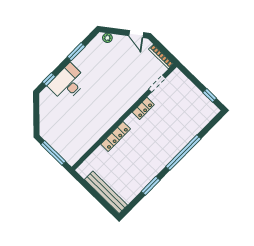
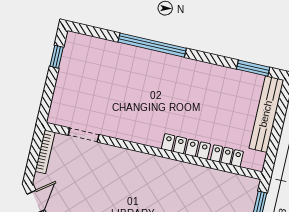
locker: (143, 108) -> (227, 156), moved
window: (151, 186) -> (253, 68), moved

